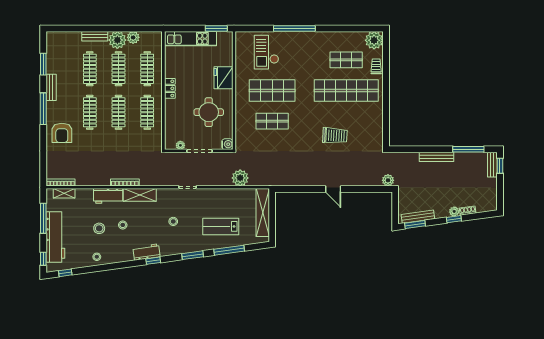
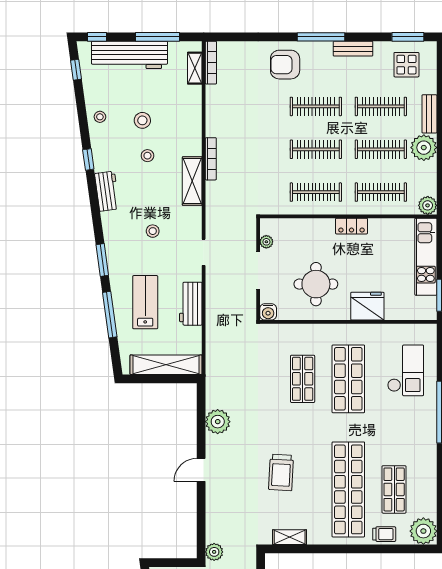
plant: (133, 37) -> (428, 205), moved
display table: (62, 52) -> (406, 65), added
checkout: (266, 52) -> (406, 370), turned 90
window: (43, 64) -> (408, 37), moved
shelving: (378, 130) -> (290, 537), added
plant: (240, 178) -> (218, 422), moved
workbench: (108, 196) -> (191, 304), moved
window: (153, 261) -> (88, 159), moved

